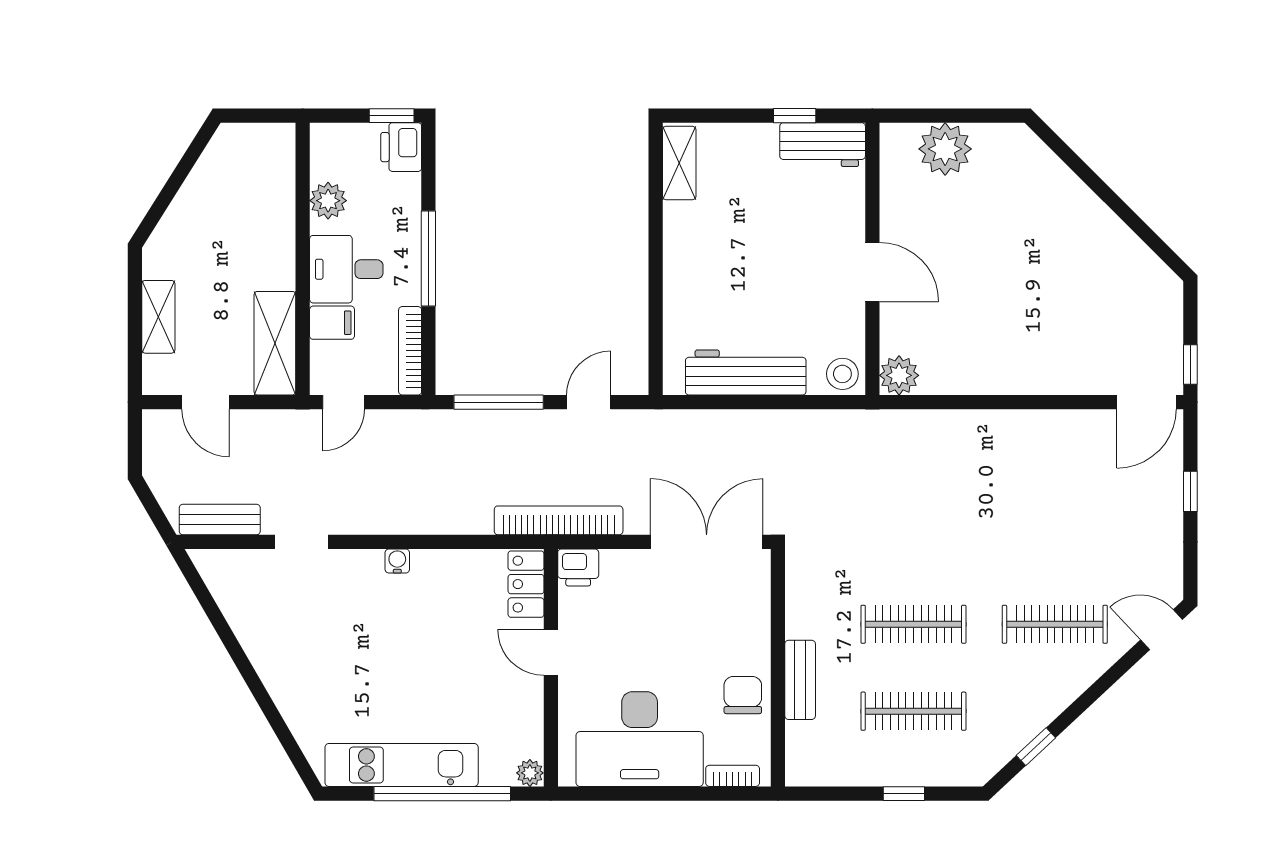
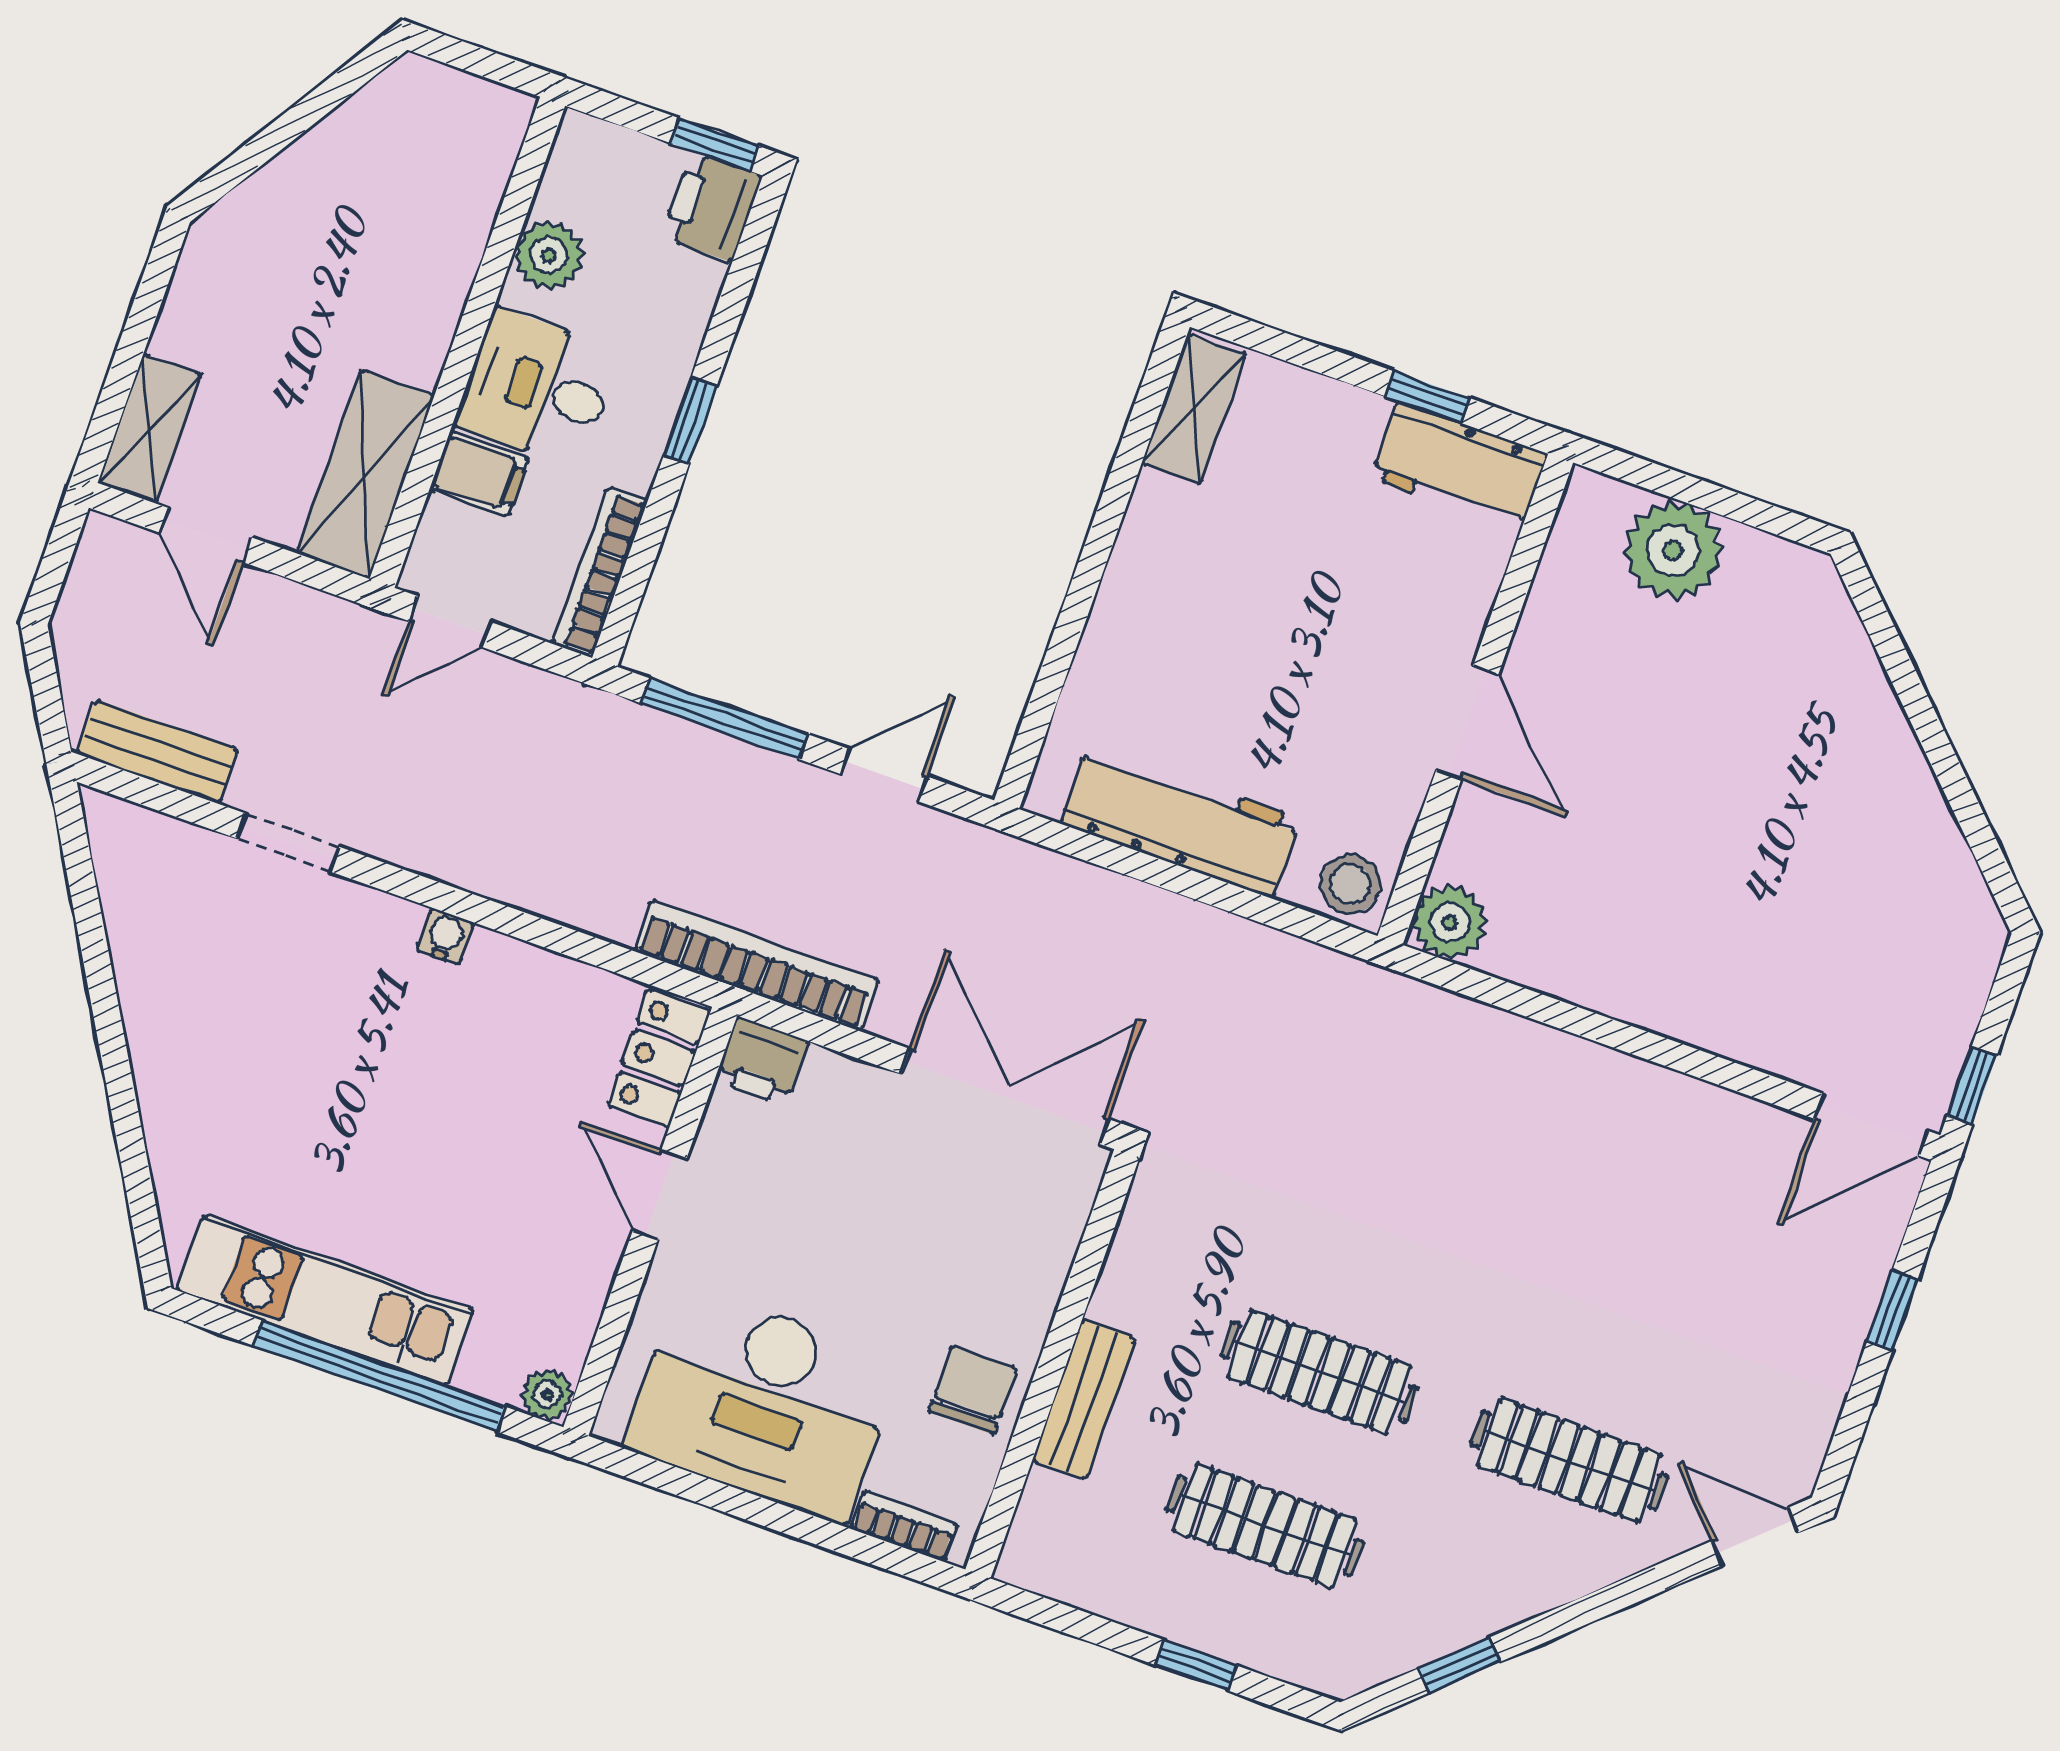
window: (428, 259) -> (690, 421), width x0.46
shelving: (158, 317) -> (150, 428), moved

